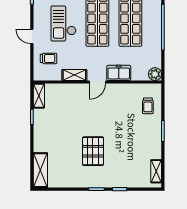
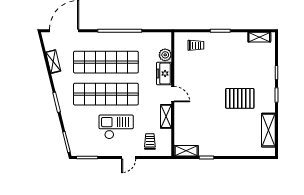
checkout: (64, 23) -> (116, 127), turned 180
plant: (155, 74) -> (165, 55), moved
shelving: (40, 170) -> (268, 130), moved, turned 90

